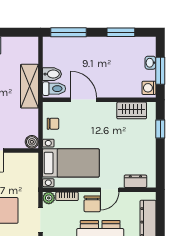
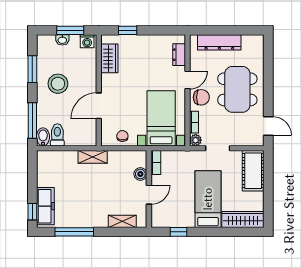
stool: (106, 58) -> (58, 84), added
bidet: (52, 74) -> (43, 137), moved
shelving: (29, 86) -> (93, 157), width x0.67, depth x0.75
toilet: (54, 89) -> (57, 135), moved
boiler: (32, 142) -> (140, 174), moved
bookcase: (26, 158) -> (156, 162), added
door: (110, 190) -> (187, 80), hinge flipped

